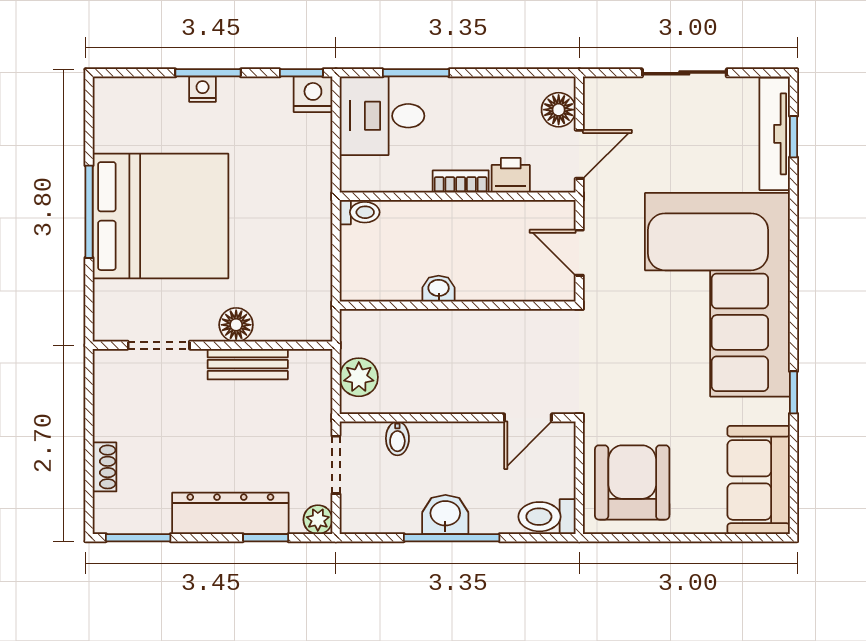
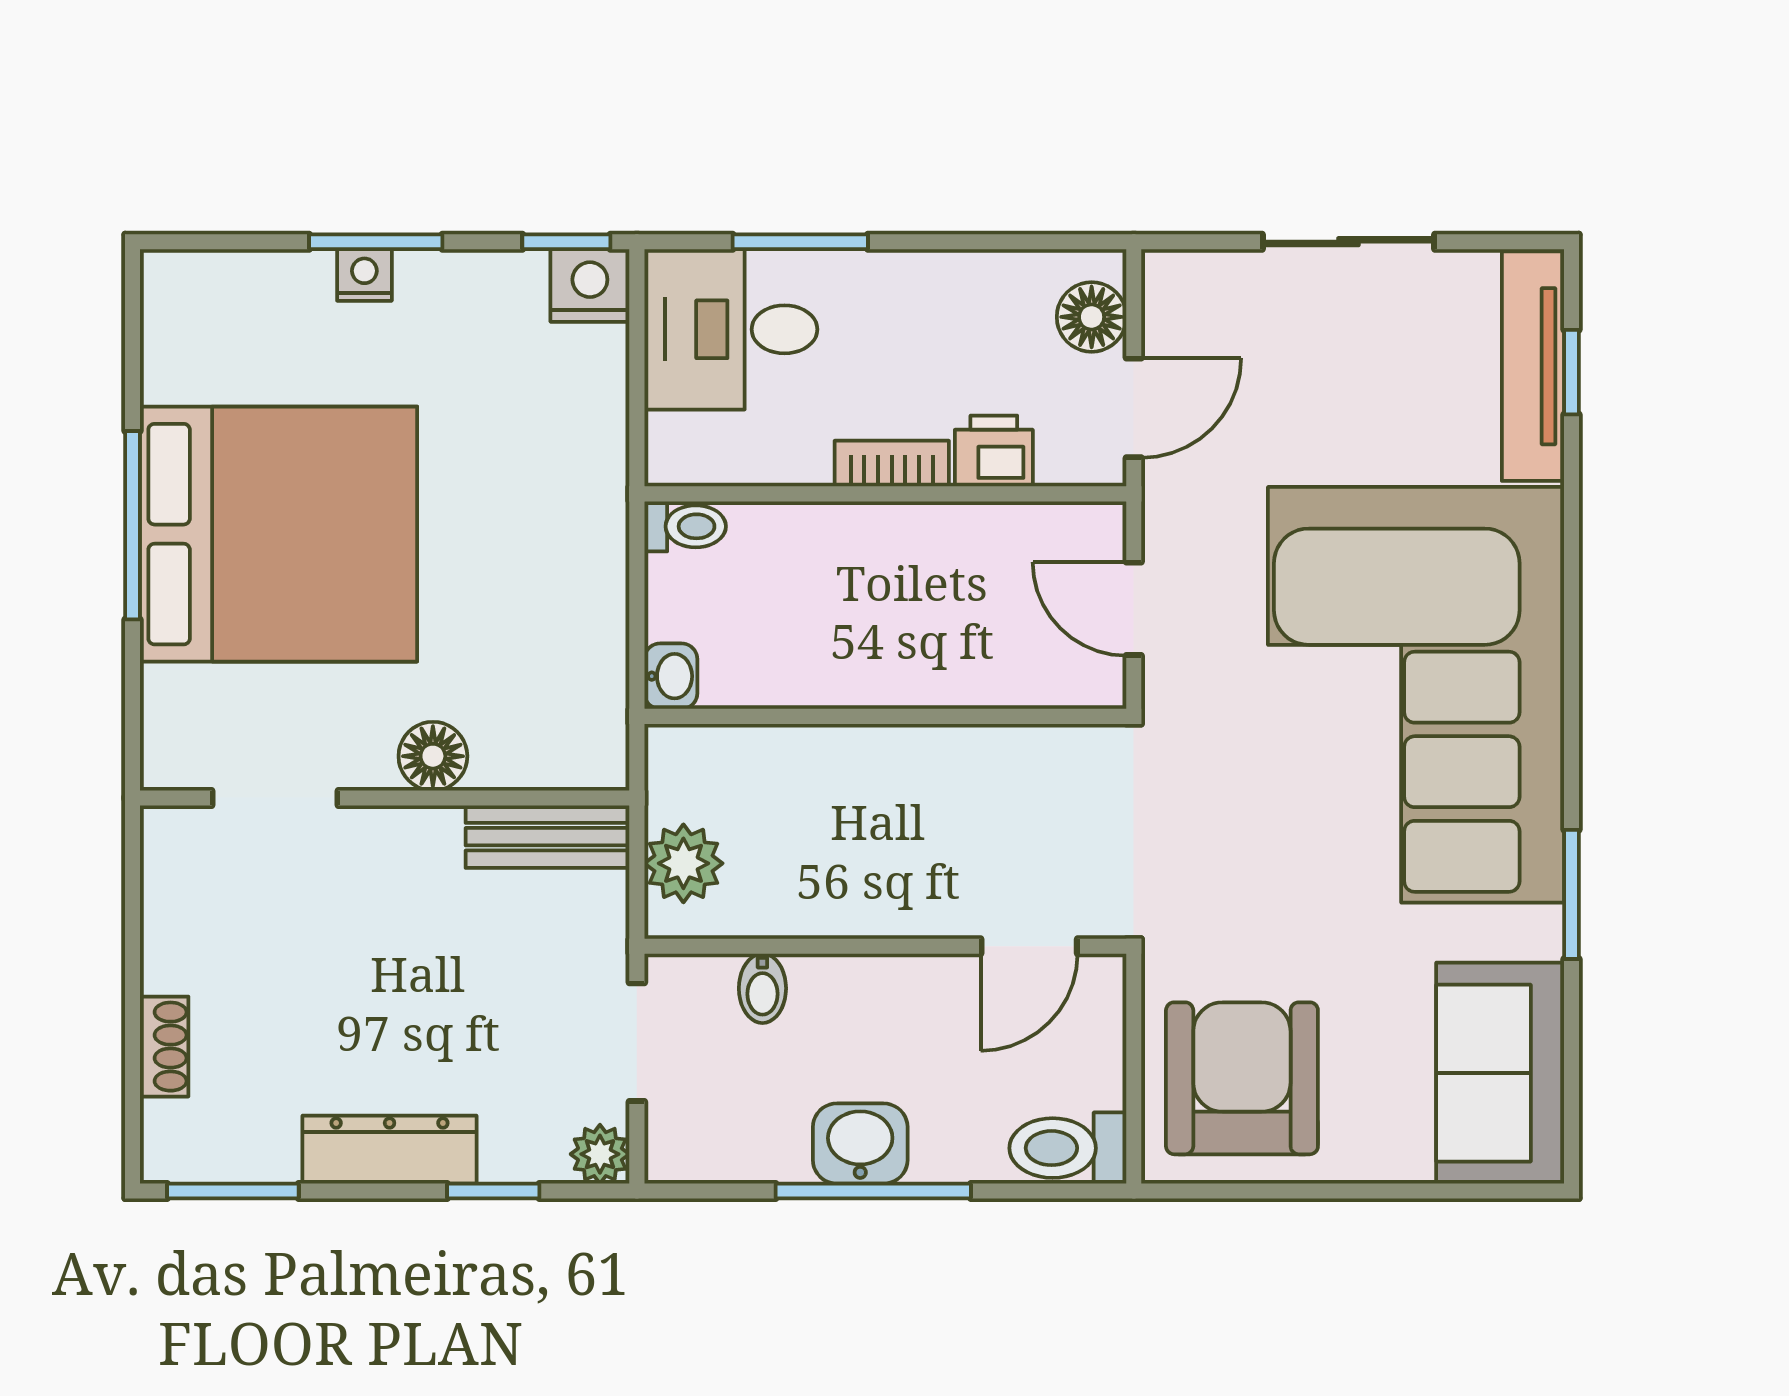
washbasin: (439, 289) -> (671, 676), moved, turned 90
bench: (248, 364) -> (548, 837), moved
window: (794, 392) -> (1571, 894), width x1.50
dresser: (230, 513) -> (390, 1150), width x0.73, depth x0.80

